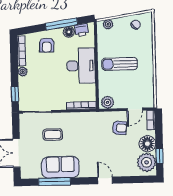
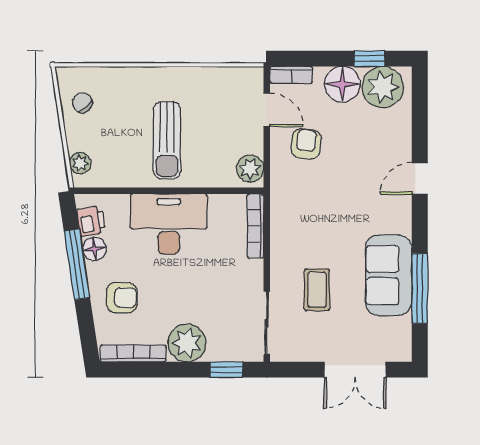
plant: (23, 72) -> (187, 343), width x1.88, depth x1.88

